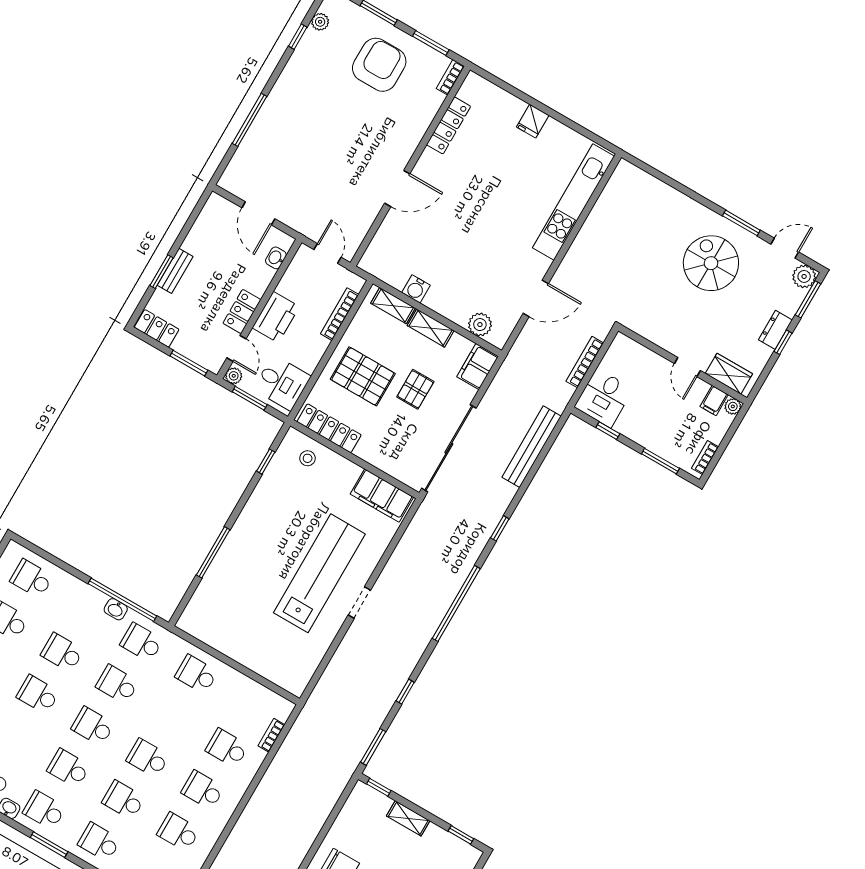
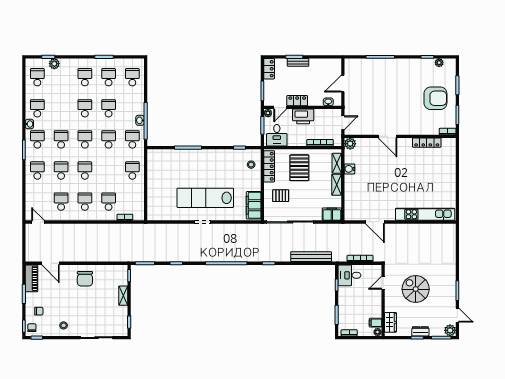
fridge: (533, 121) -> (449, 177), removed
spiral stairs: (711, 263) -> (416, 289), moved, turned -90
plant: (480, 325) -> (350, 144), moved
door: (687, 367) -> (383, 283), moved
pallet: (415, 389) -> (281, 196), moved
lab bench: (319, 573) -> (205, 198), turned 180

